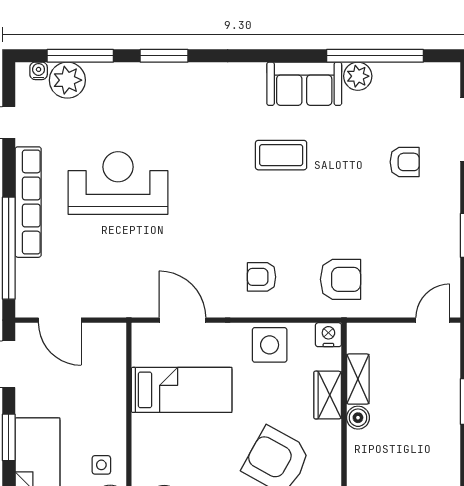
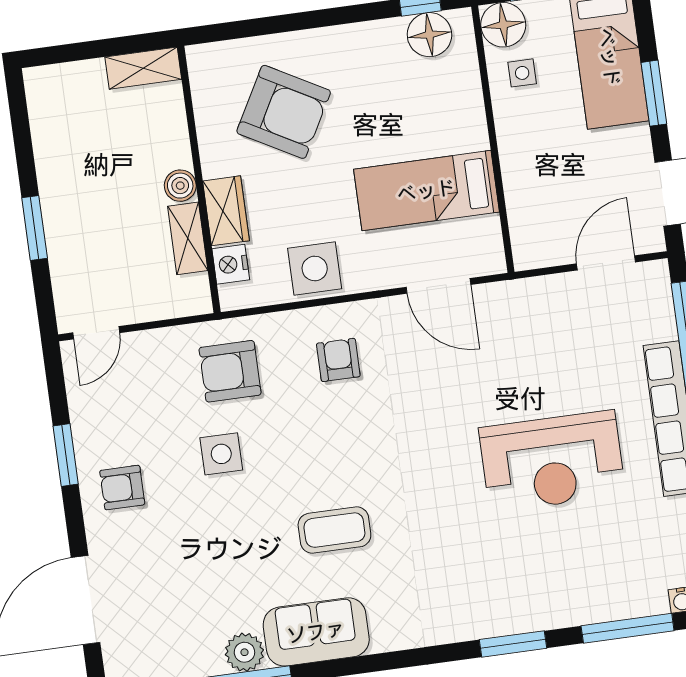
plant: (67, 80) -> (641, 592), removed
armchair: (405, 162) -> (122, 488), moved
side table: (355, 221) -> (221, 454), added
armchair: (262, 277) -> (338, 360), turned -90
door: (60, 320) -> (606, 263), hinge flipped
nightstand: (328, 335) -> (231, 264), moved, turned 90

